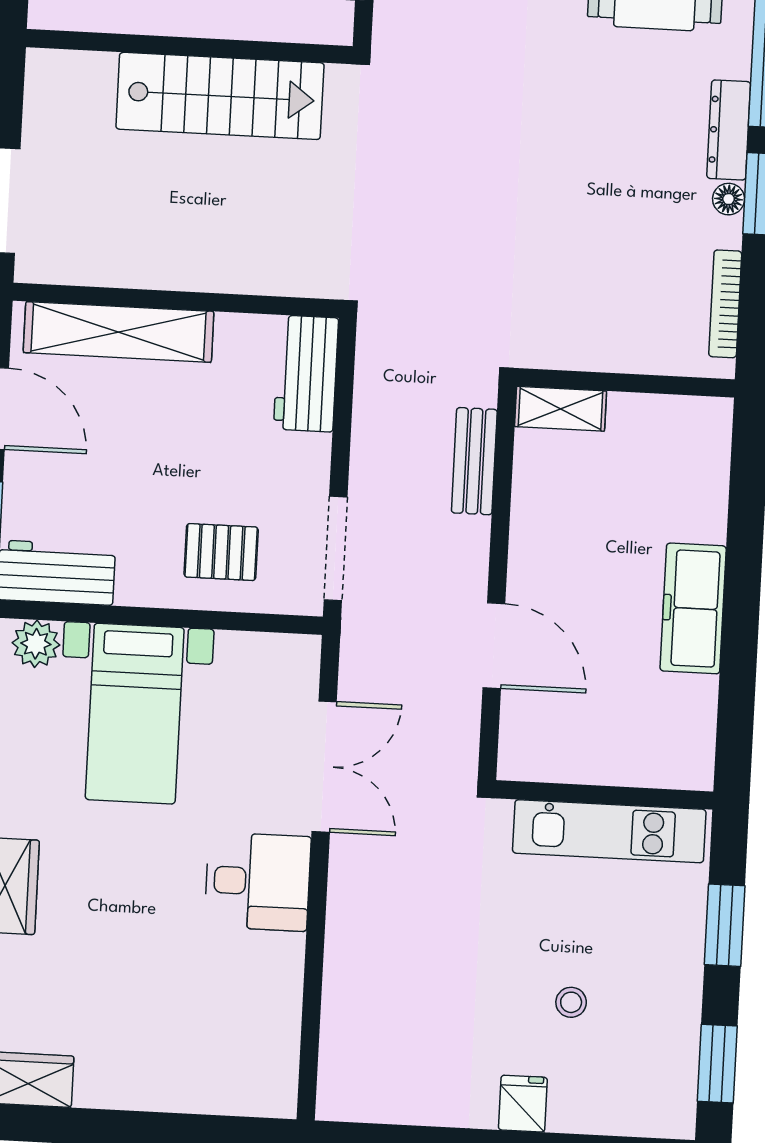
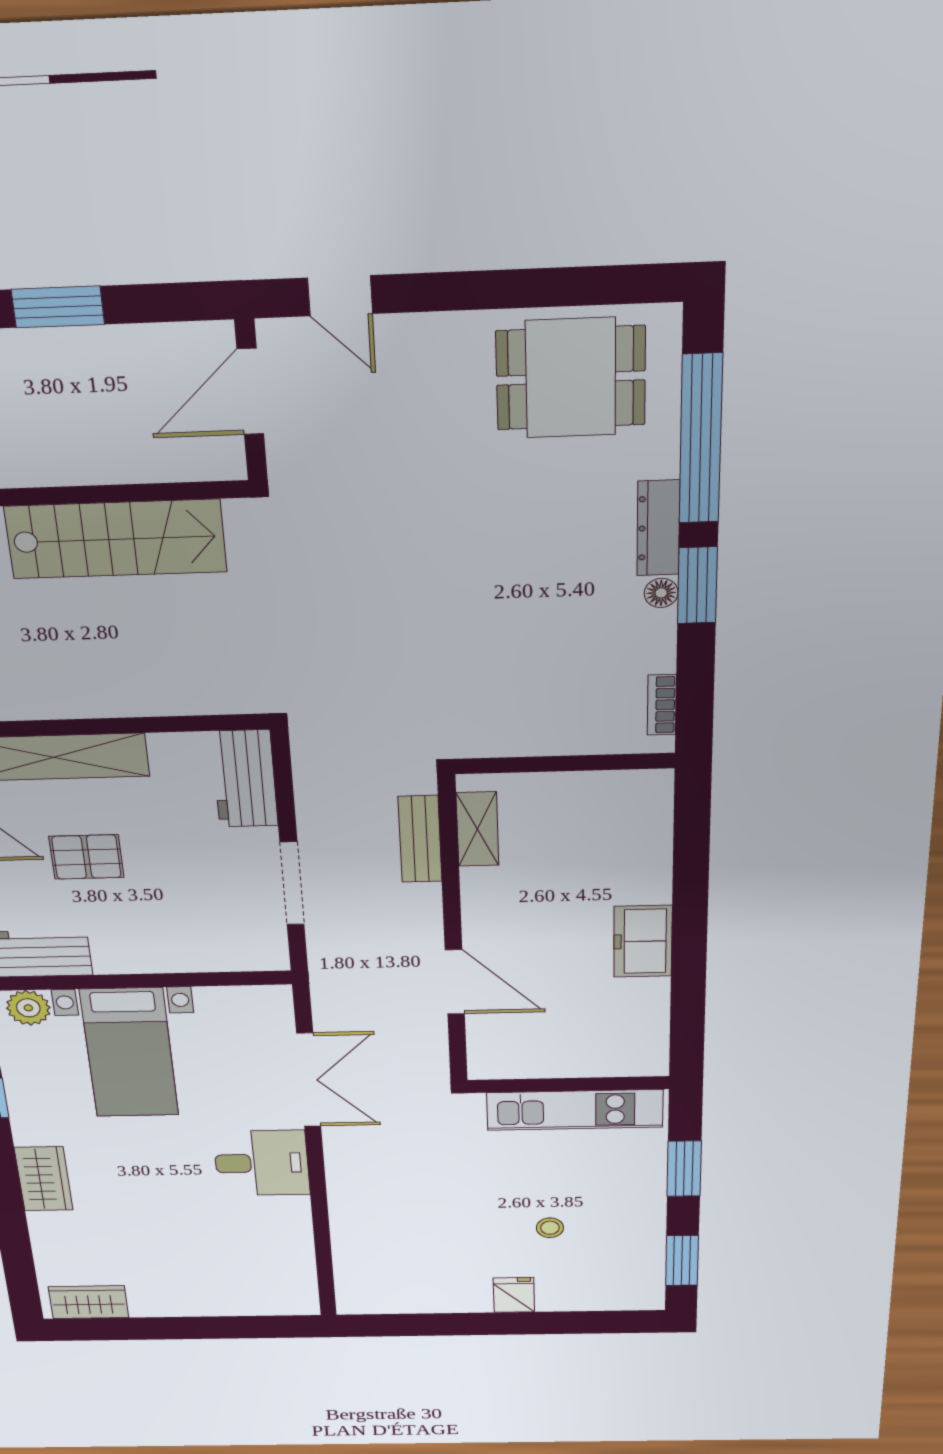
bookcase: (725, 304) -> (662, 705), width x0.64
shelving: (561, 409) -> (477, 829), moved, turned 90
doorway: (336, 549) -> (292, 883), moved
pallet: (221, 552) -> (86, 857), moved
freezer: (693, 608) -> (643, 941), width x0.71

